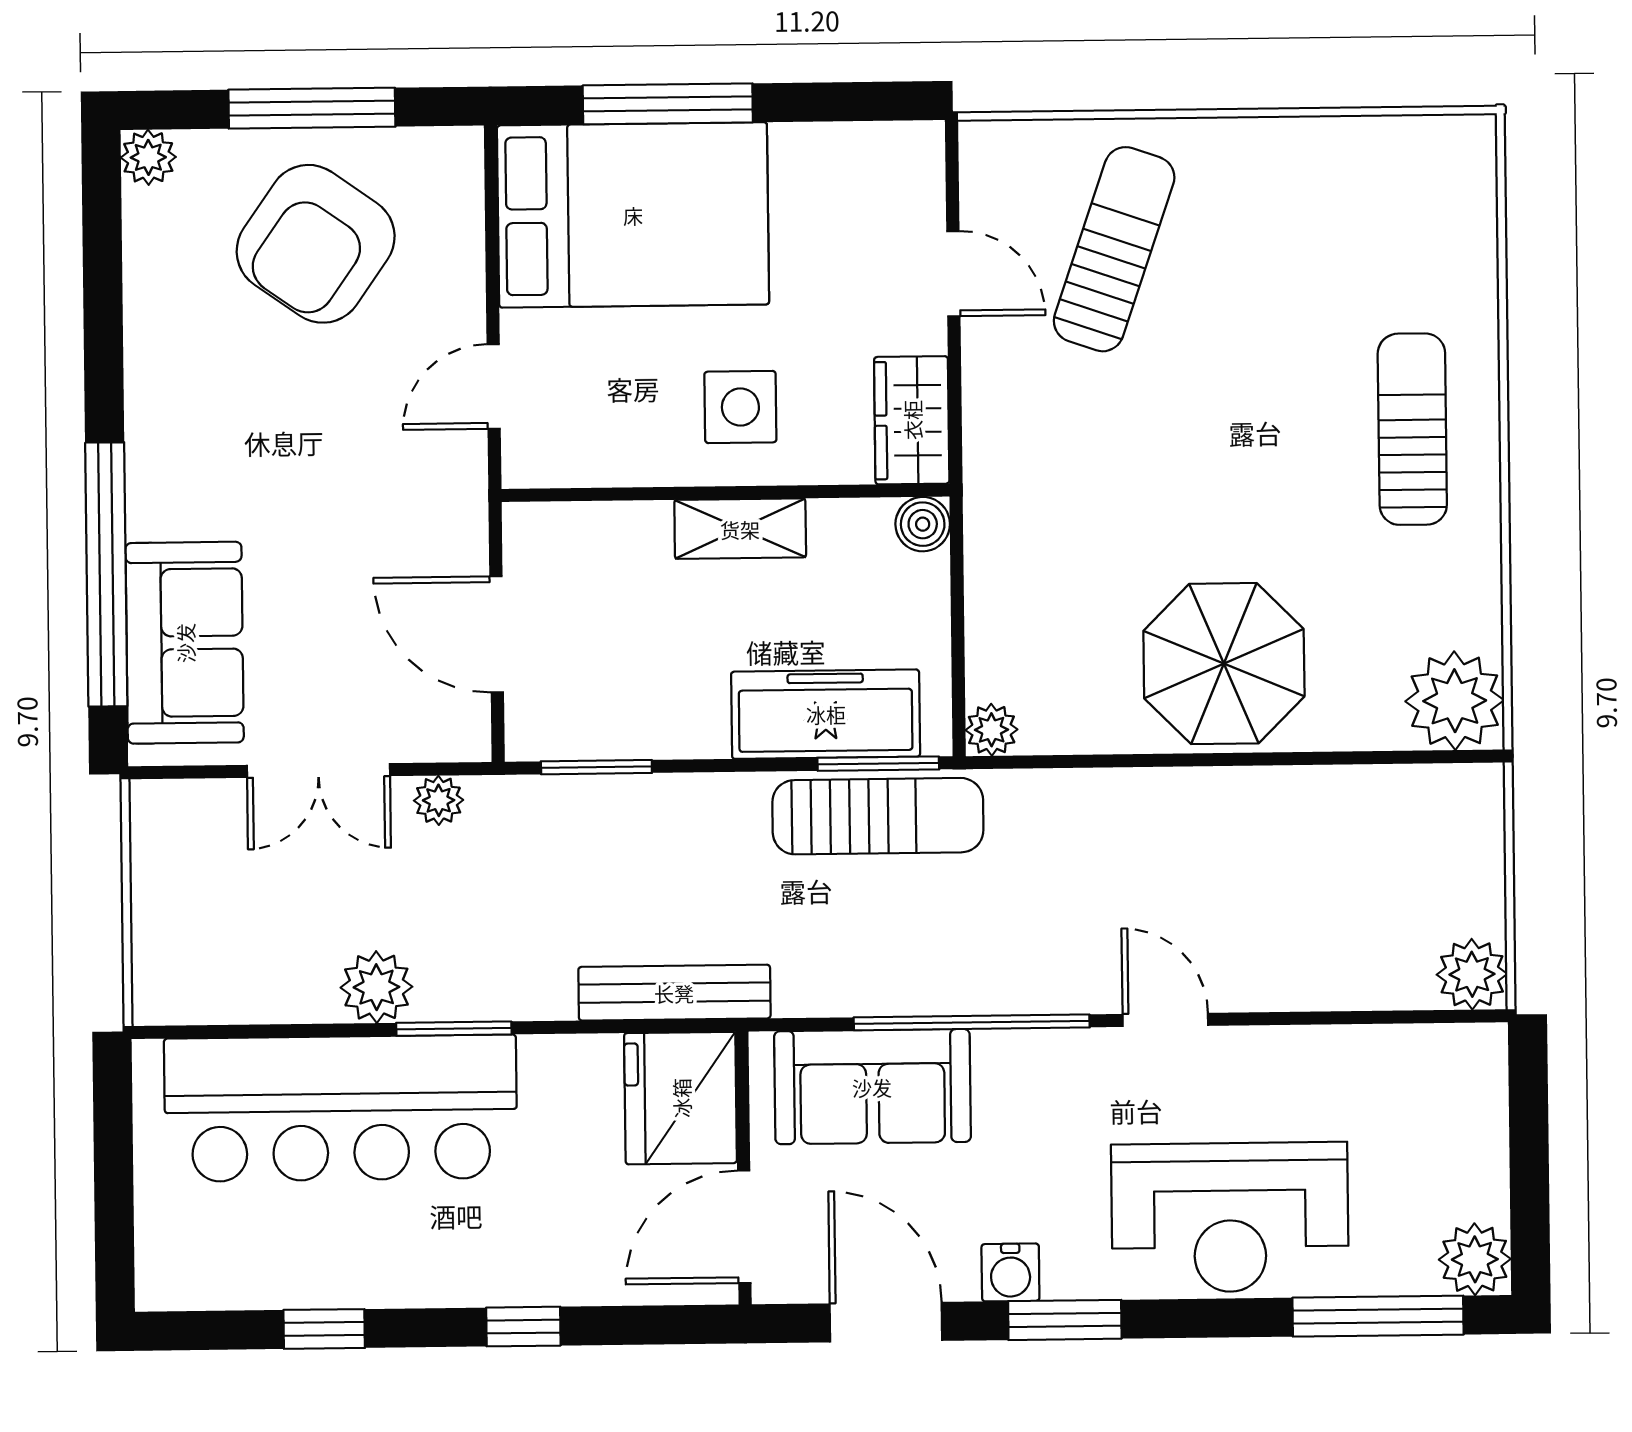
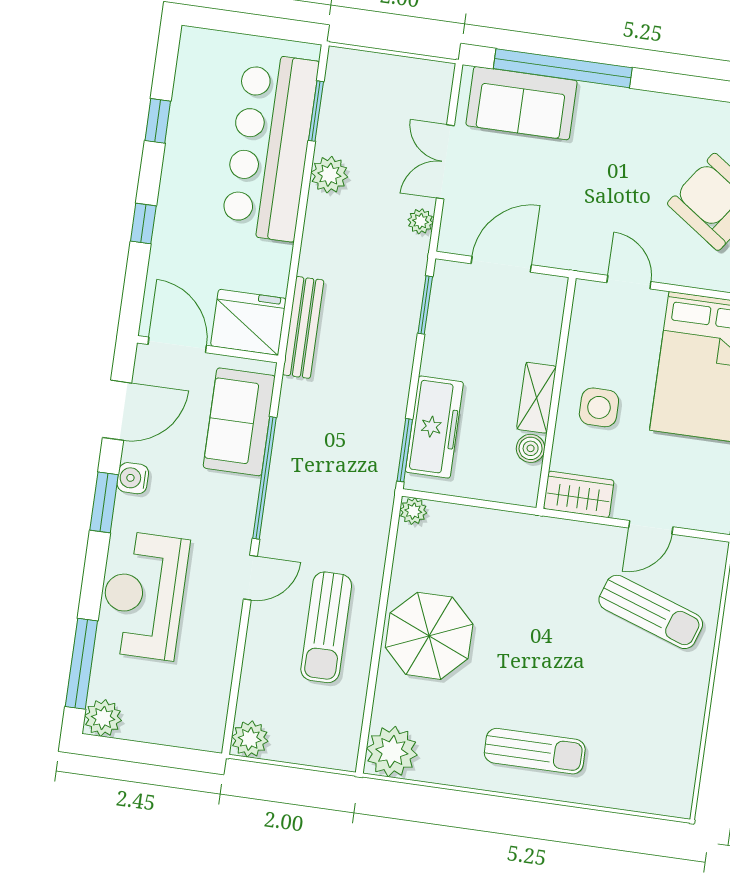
boiler: (923, 524) -> (531, 448), moved
sun lounger: (878, 816) -> (326, 627), moved
window: (454, 1029) -> (316, 111), moved

